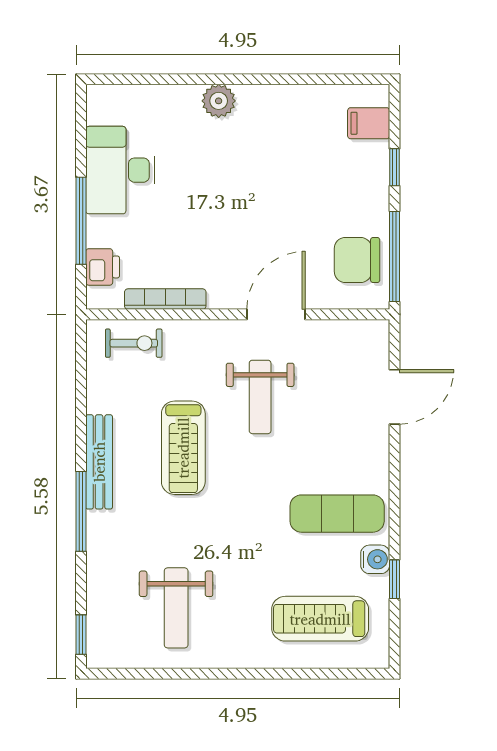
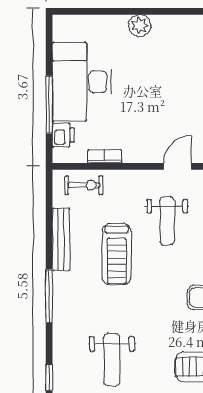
desk: (120, 170) -> (82, 82), width x1.36, depth x1.30
bookcase: (165, 299) -> (105, 156), width x0.64
door: (276, 314) -> (178, 166), width x0.73
bench: (99, 462) -> (61, 239), moved

